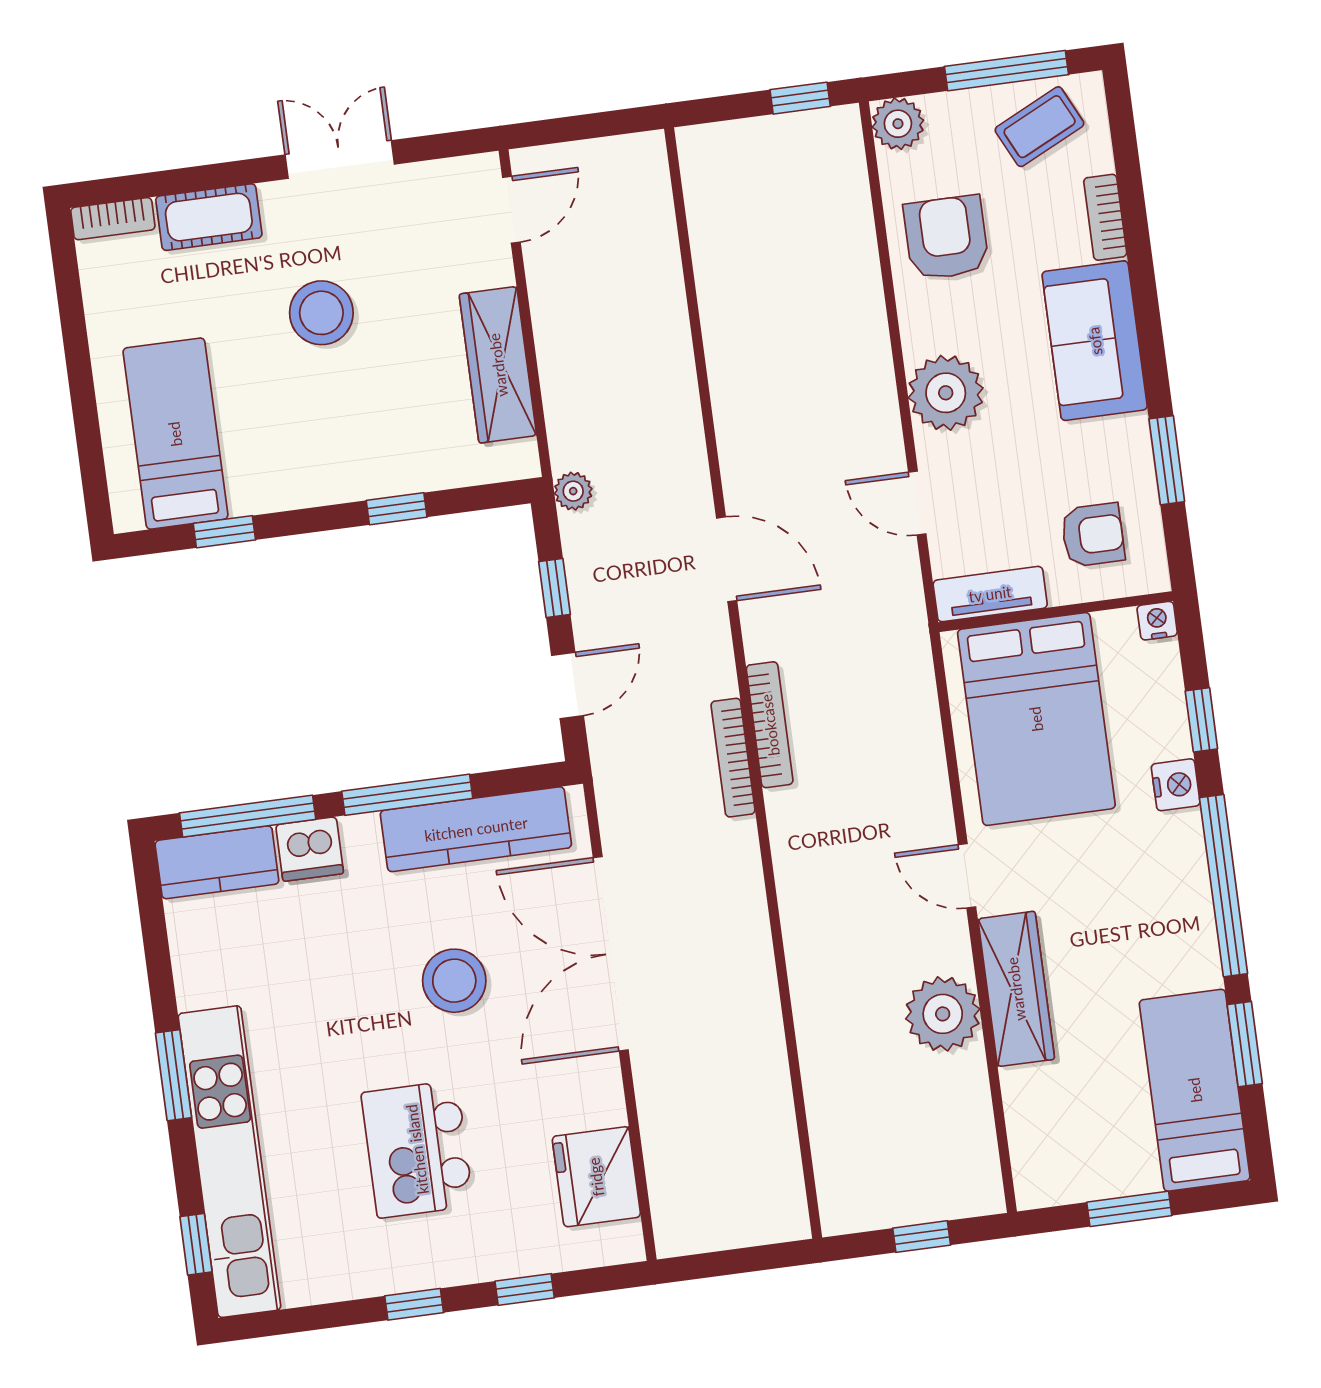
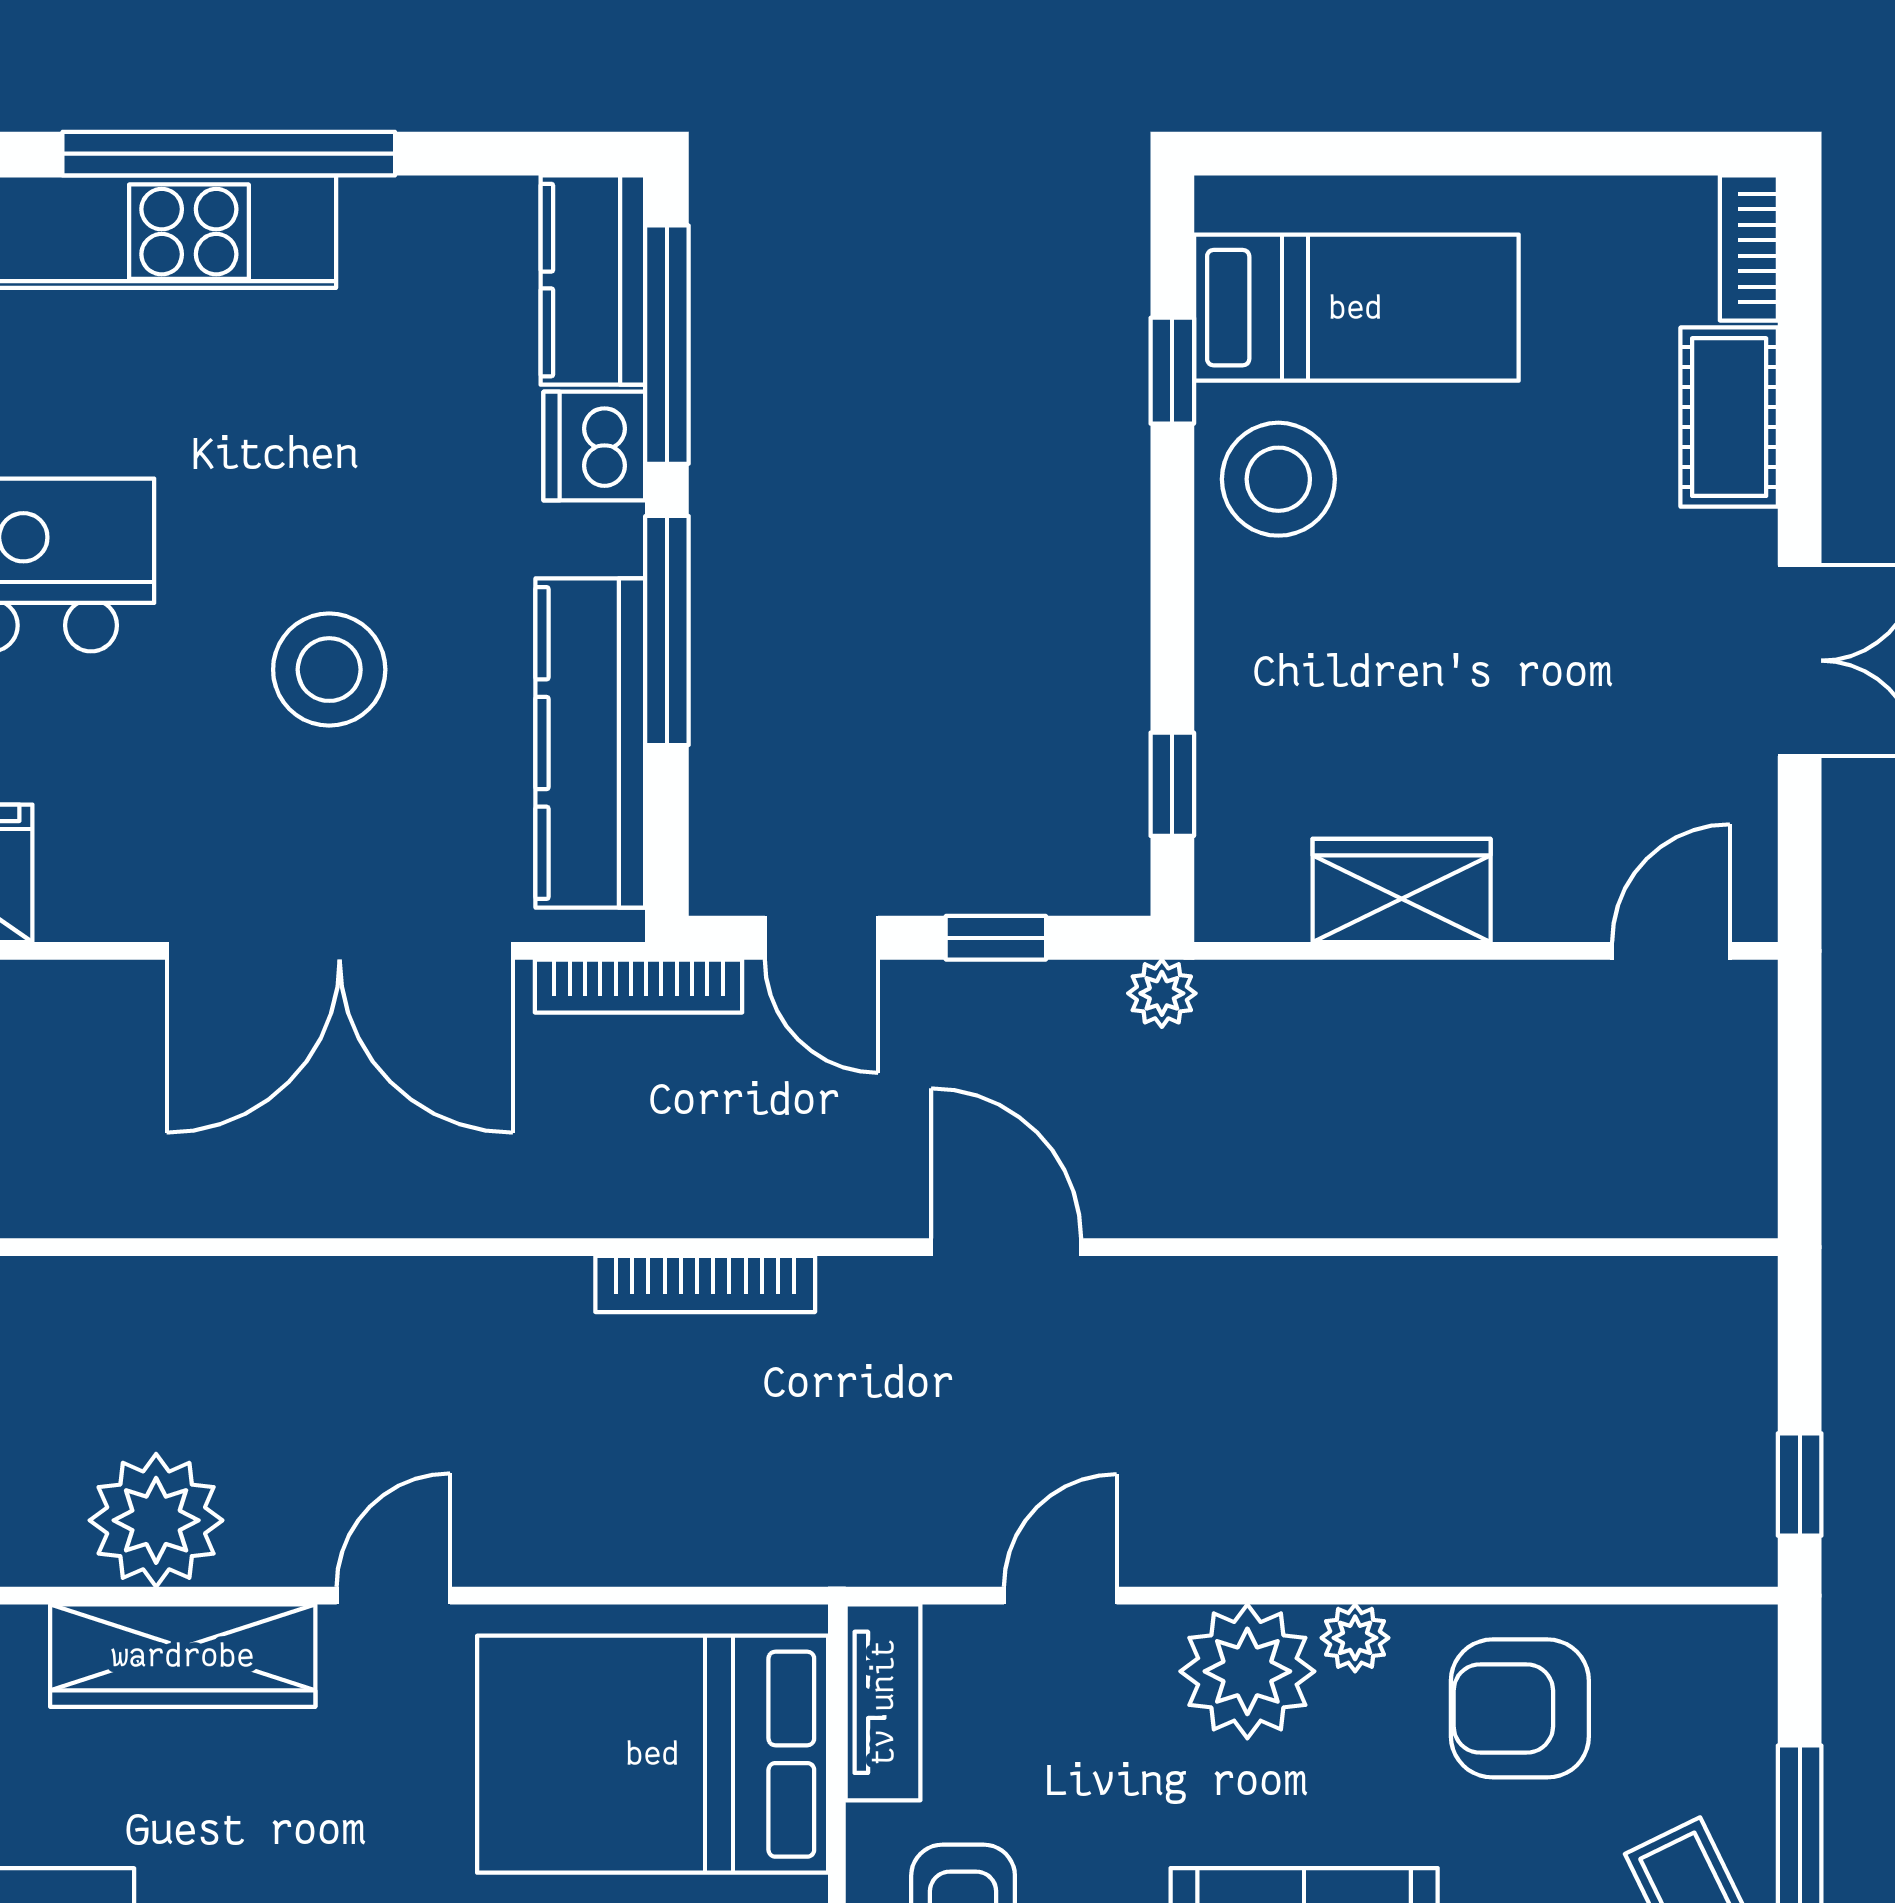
plant: (898, 124) -> (1355, 1638), moved, width x0.73, depth x0.73
door: (511, 210) -> (1671, 951), swing flipped
armchair: (946, 238) -> (1520, 1708), turned 180
stool: (321, 313) -> (1278, 479), moved
wardrobe: (498, 365) -> (1402, 890), width x0.67
window: (397, 509) -> (1172, 784), moved
door: (727, 559) -> (1006, 1247), swing flipped
bookcase: (733, 758) -> (639, 986), moved, turned 180
double door: (611, 954) -> (340, 951), swing flipped
window: (173, 1075) -> (229, 154), width x2.11

